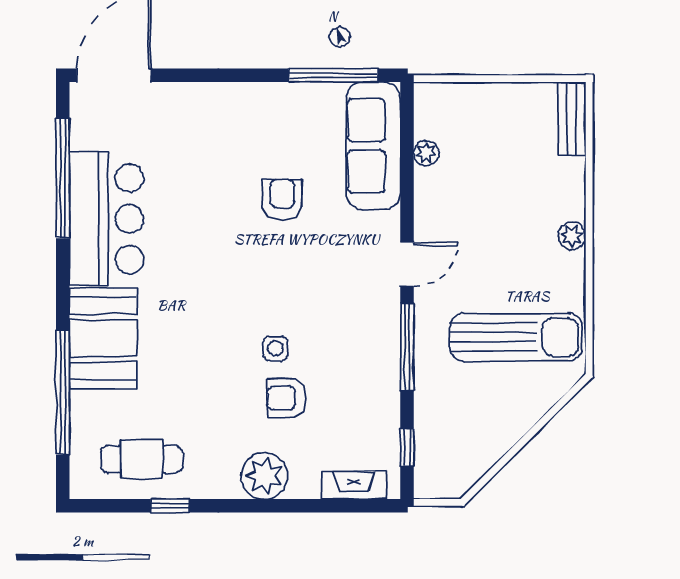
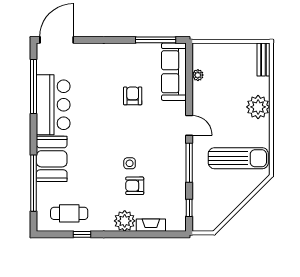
plant: (572, 236) -> (258, 107), width x1.88, depth x1.88
door: (407, 264) -> (189, 125), hinge flipped
fireplace: (354, 485) -> (151, 225), moved

